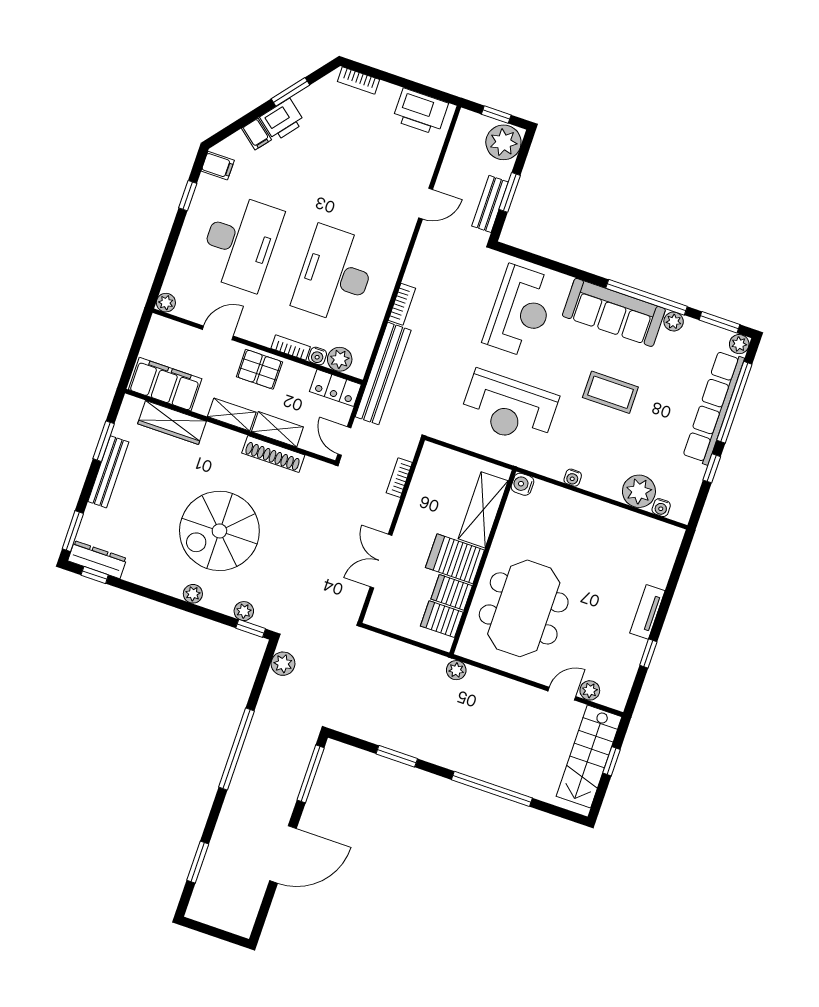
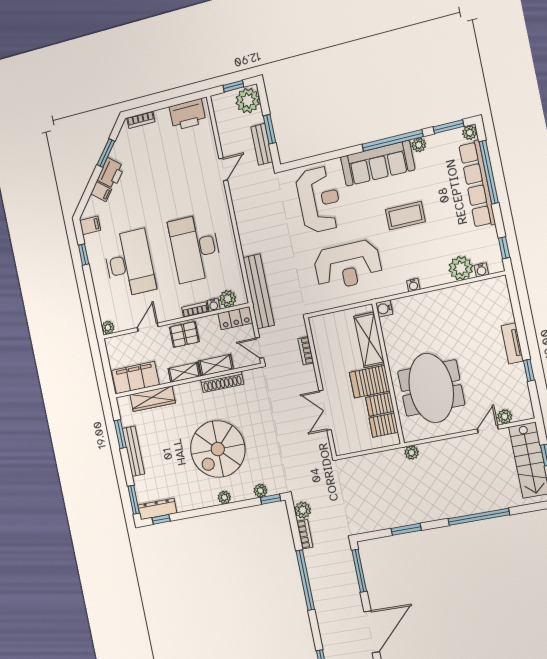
bookcase: (402, 304) -> (305, 534), moved
window: (712, 468) -> (504, 248), moved

